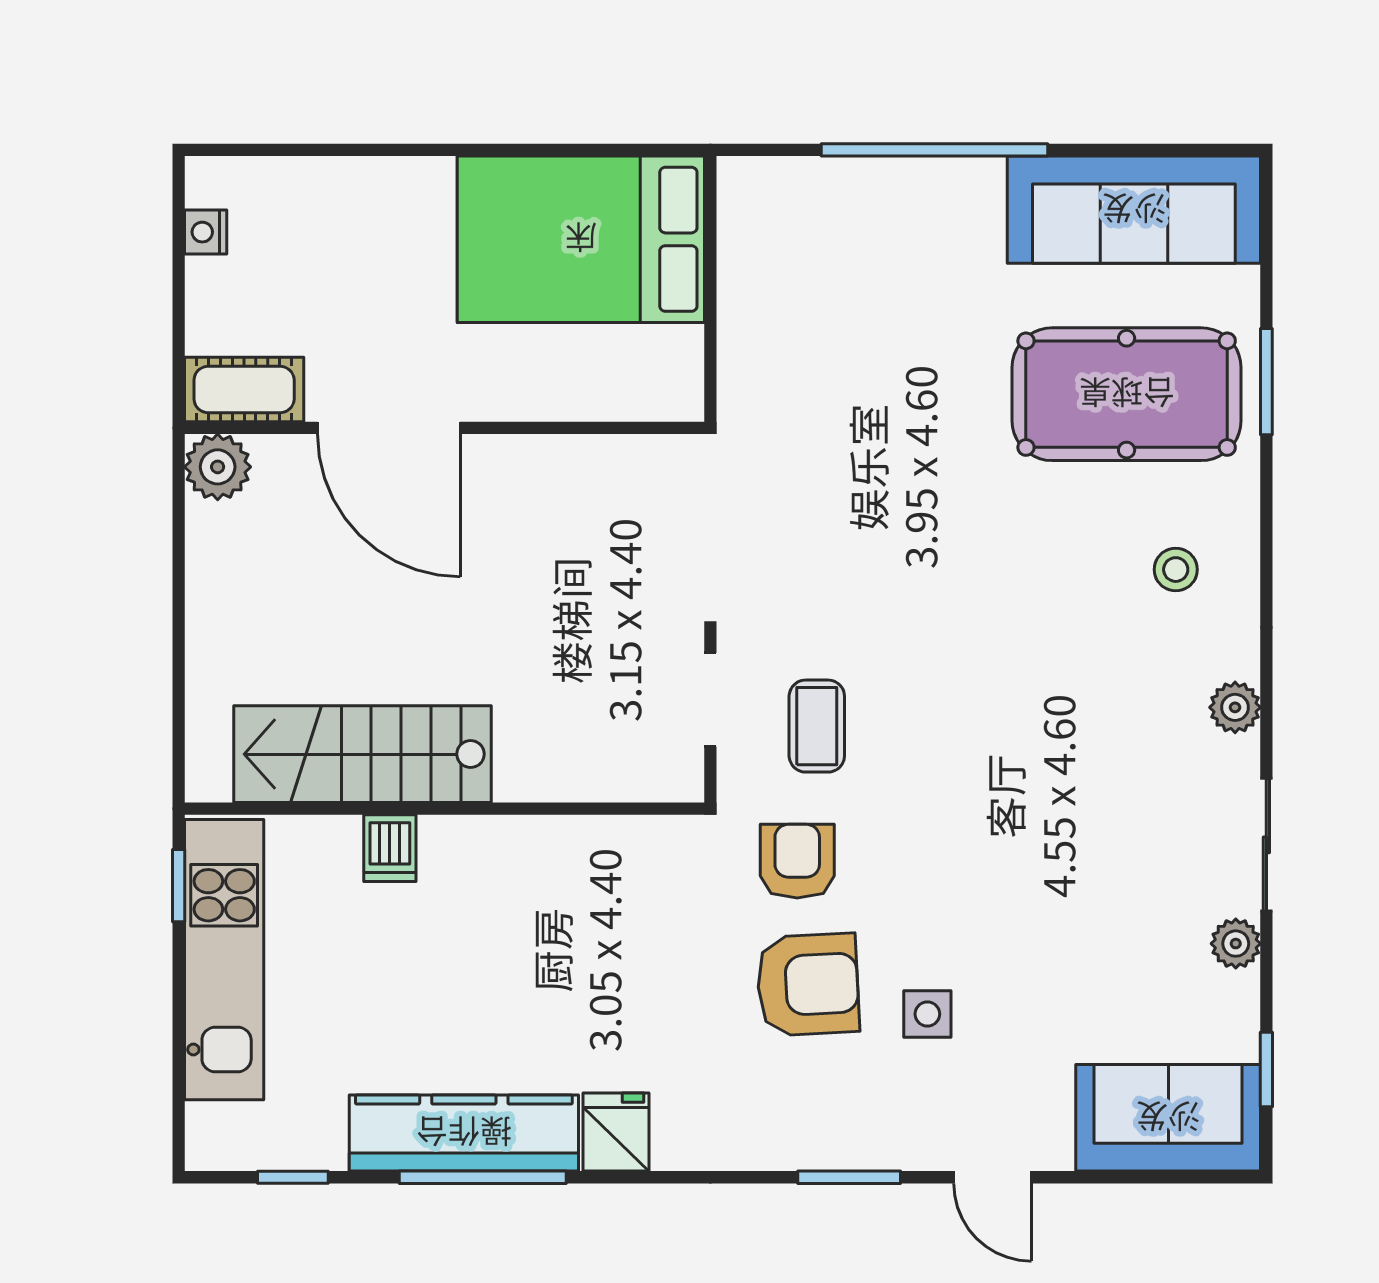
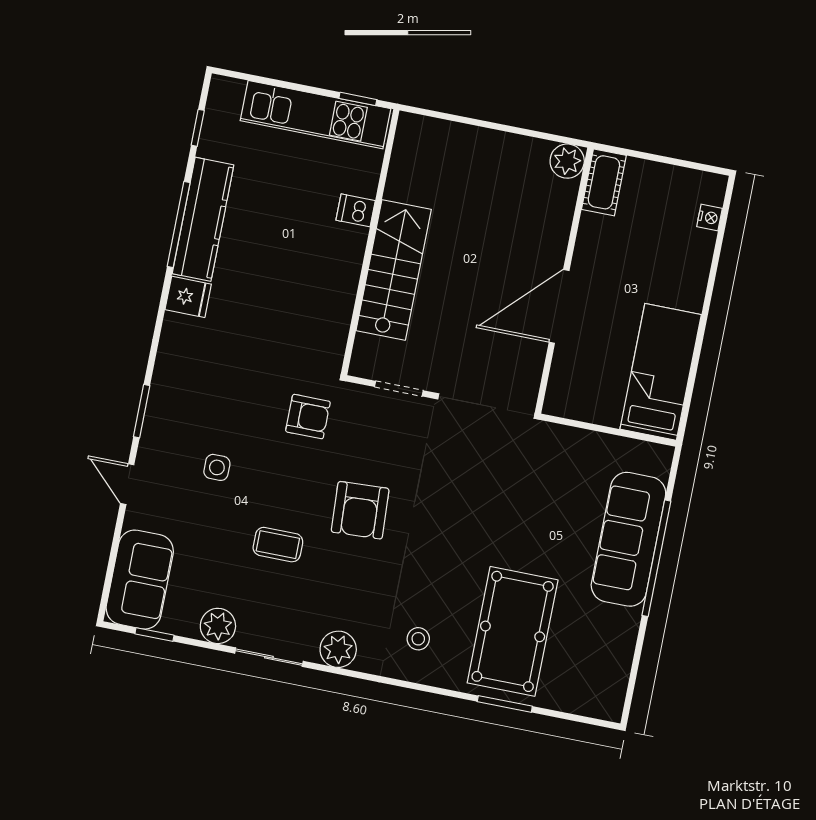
sofa: (1134, 210) -> (628, 539), moved
nightstand: (206, 232) -> (710, 218), moved, turned 90
bed: (581, 239) -> (661, 372), width x0.67
door: (389, 428) -> (559, 306), moved
plant: (1235, 707) -> (338, 649), width x1.38, depth x1.38
coffee table: (817, 726) -> (278, 545), moved
stairs: (363, 754) -> (394, 270), moved
plant: (1236, 944) -> (218, 626), width x1.38, depth x1.38
armchair: (808, 985) -> (360, 510), moved
door: (992, 1177) -> (127, 484), hinge flipped

